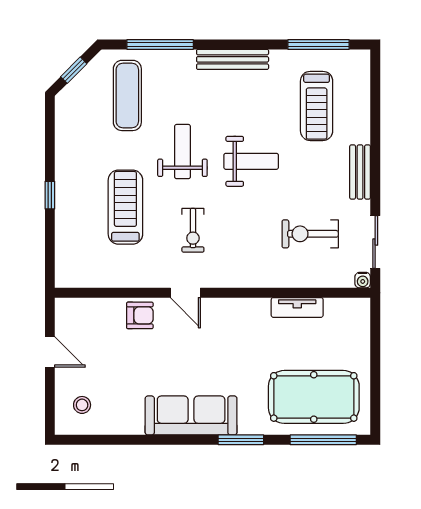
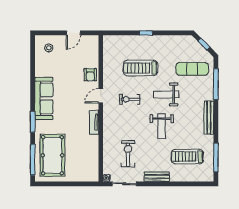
weight bench: (182, 152) -> (166, 94), turned 180
treadmill: (125, 207) -> (140, 68), turned 180
tv unit: (297, 307) -> (94, 122), moved

